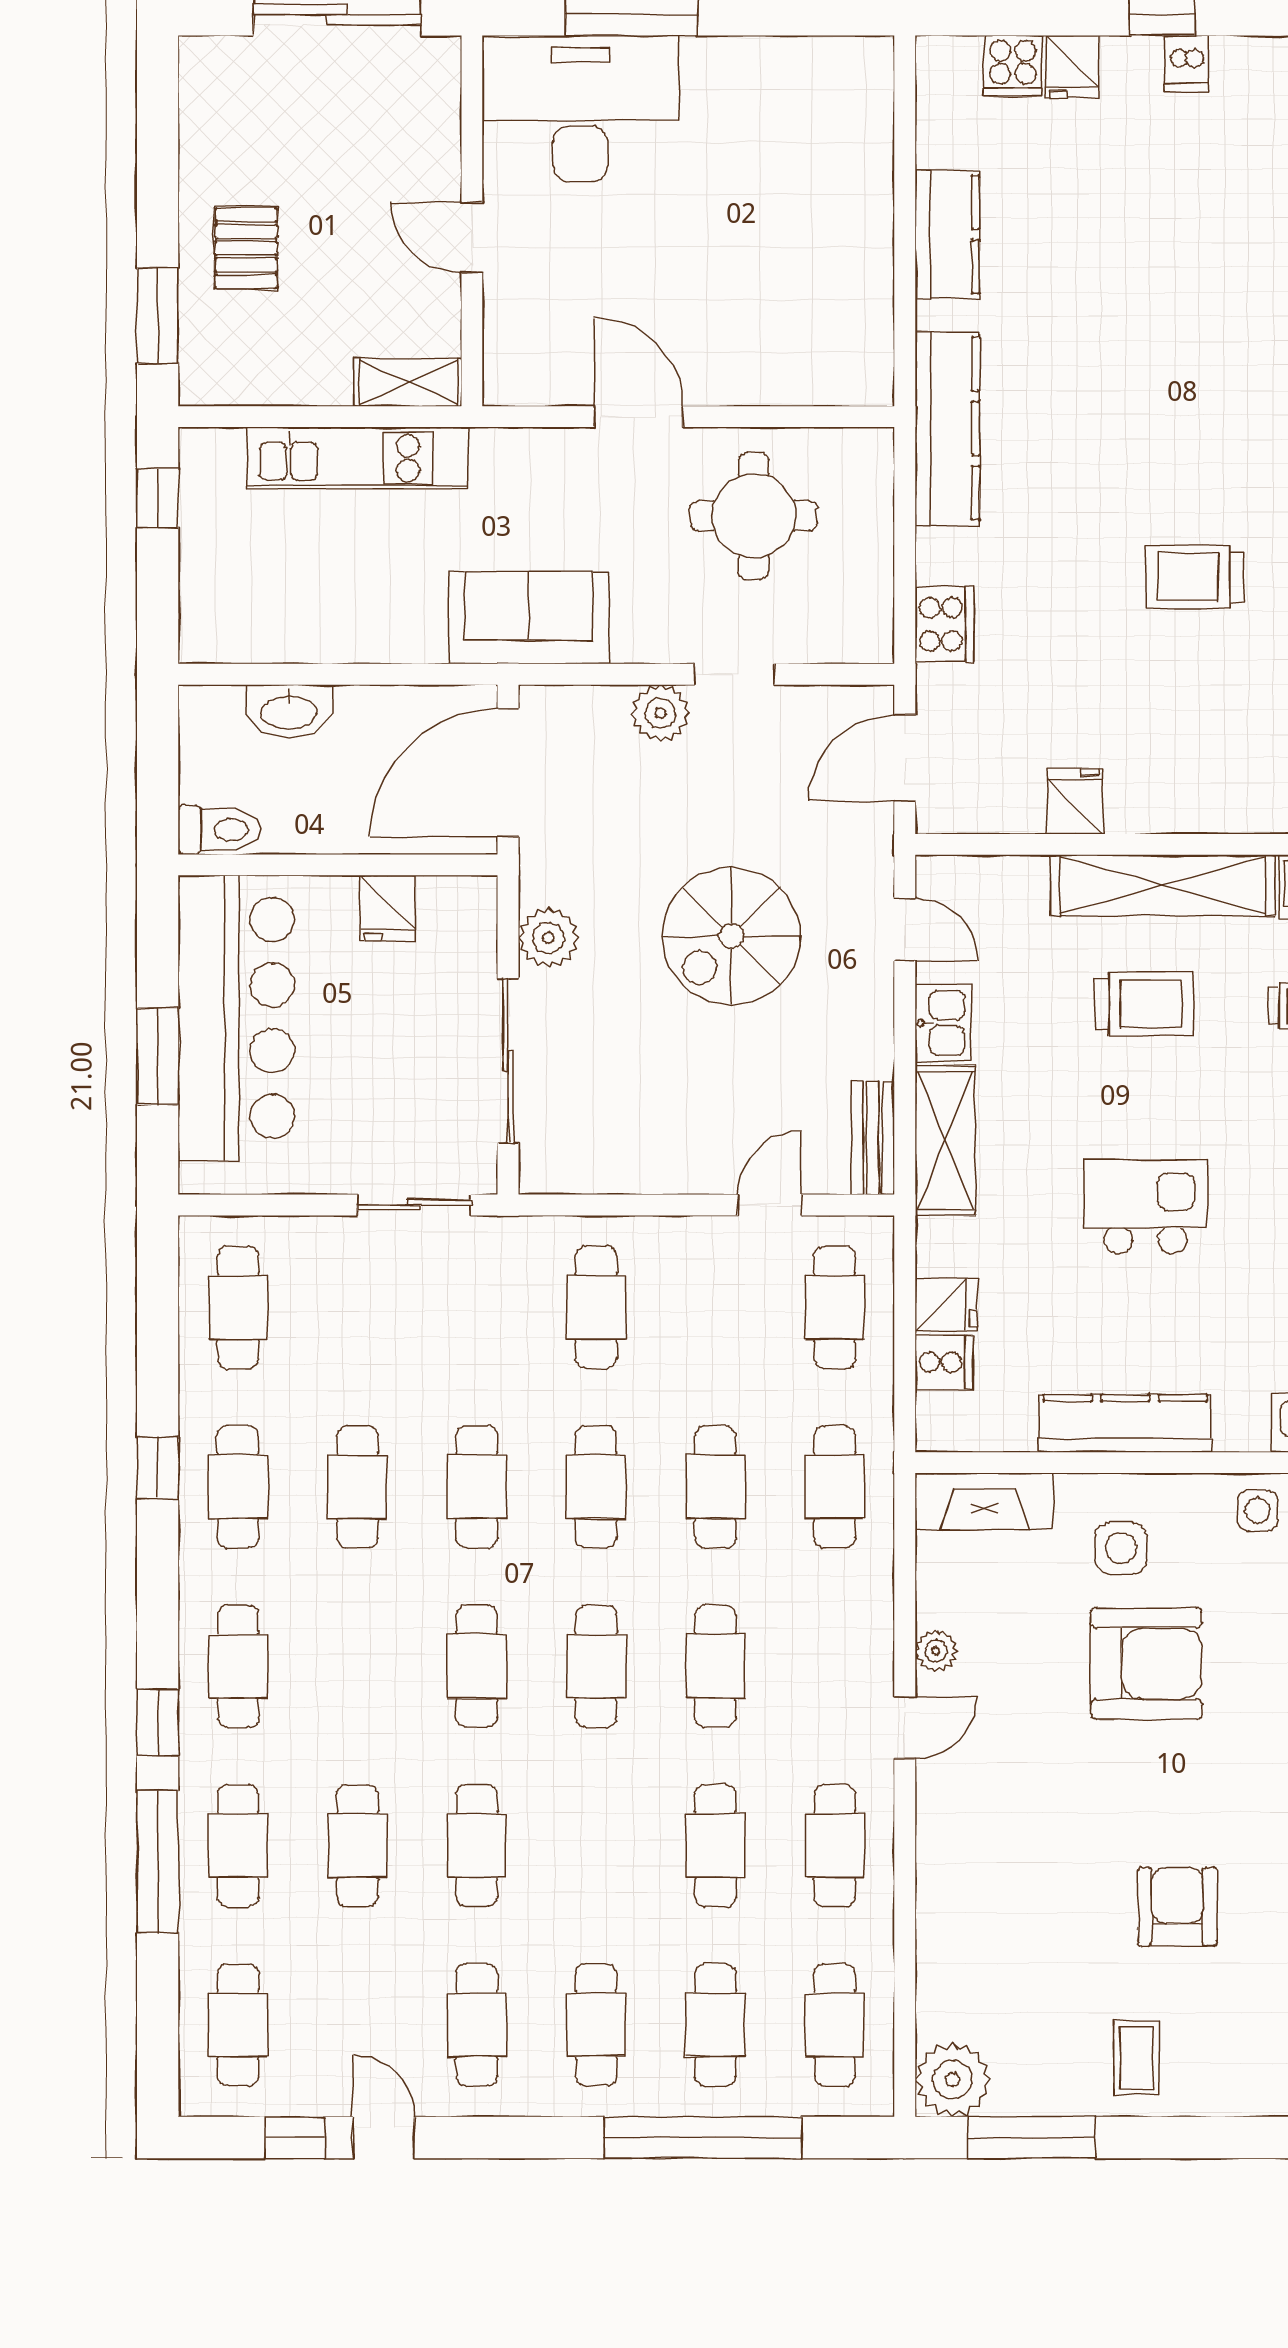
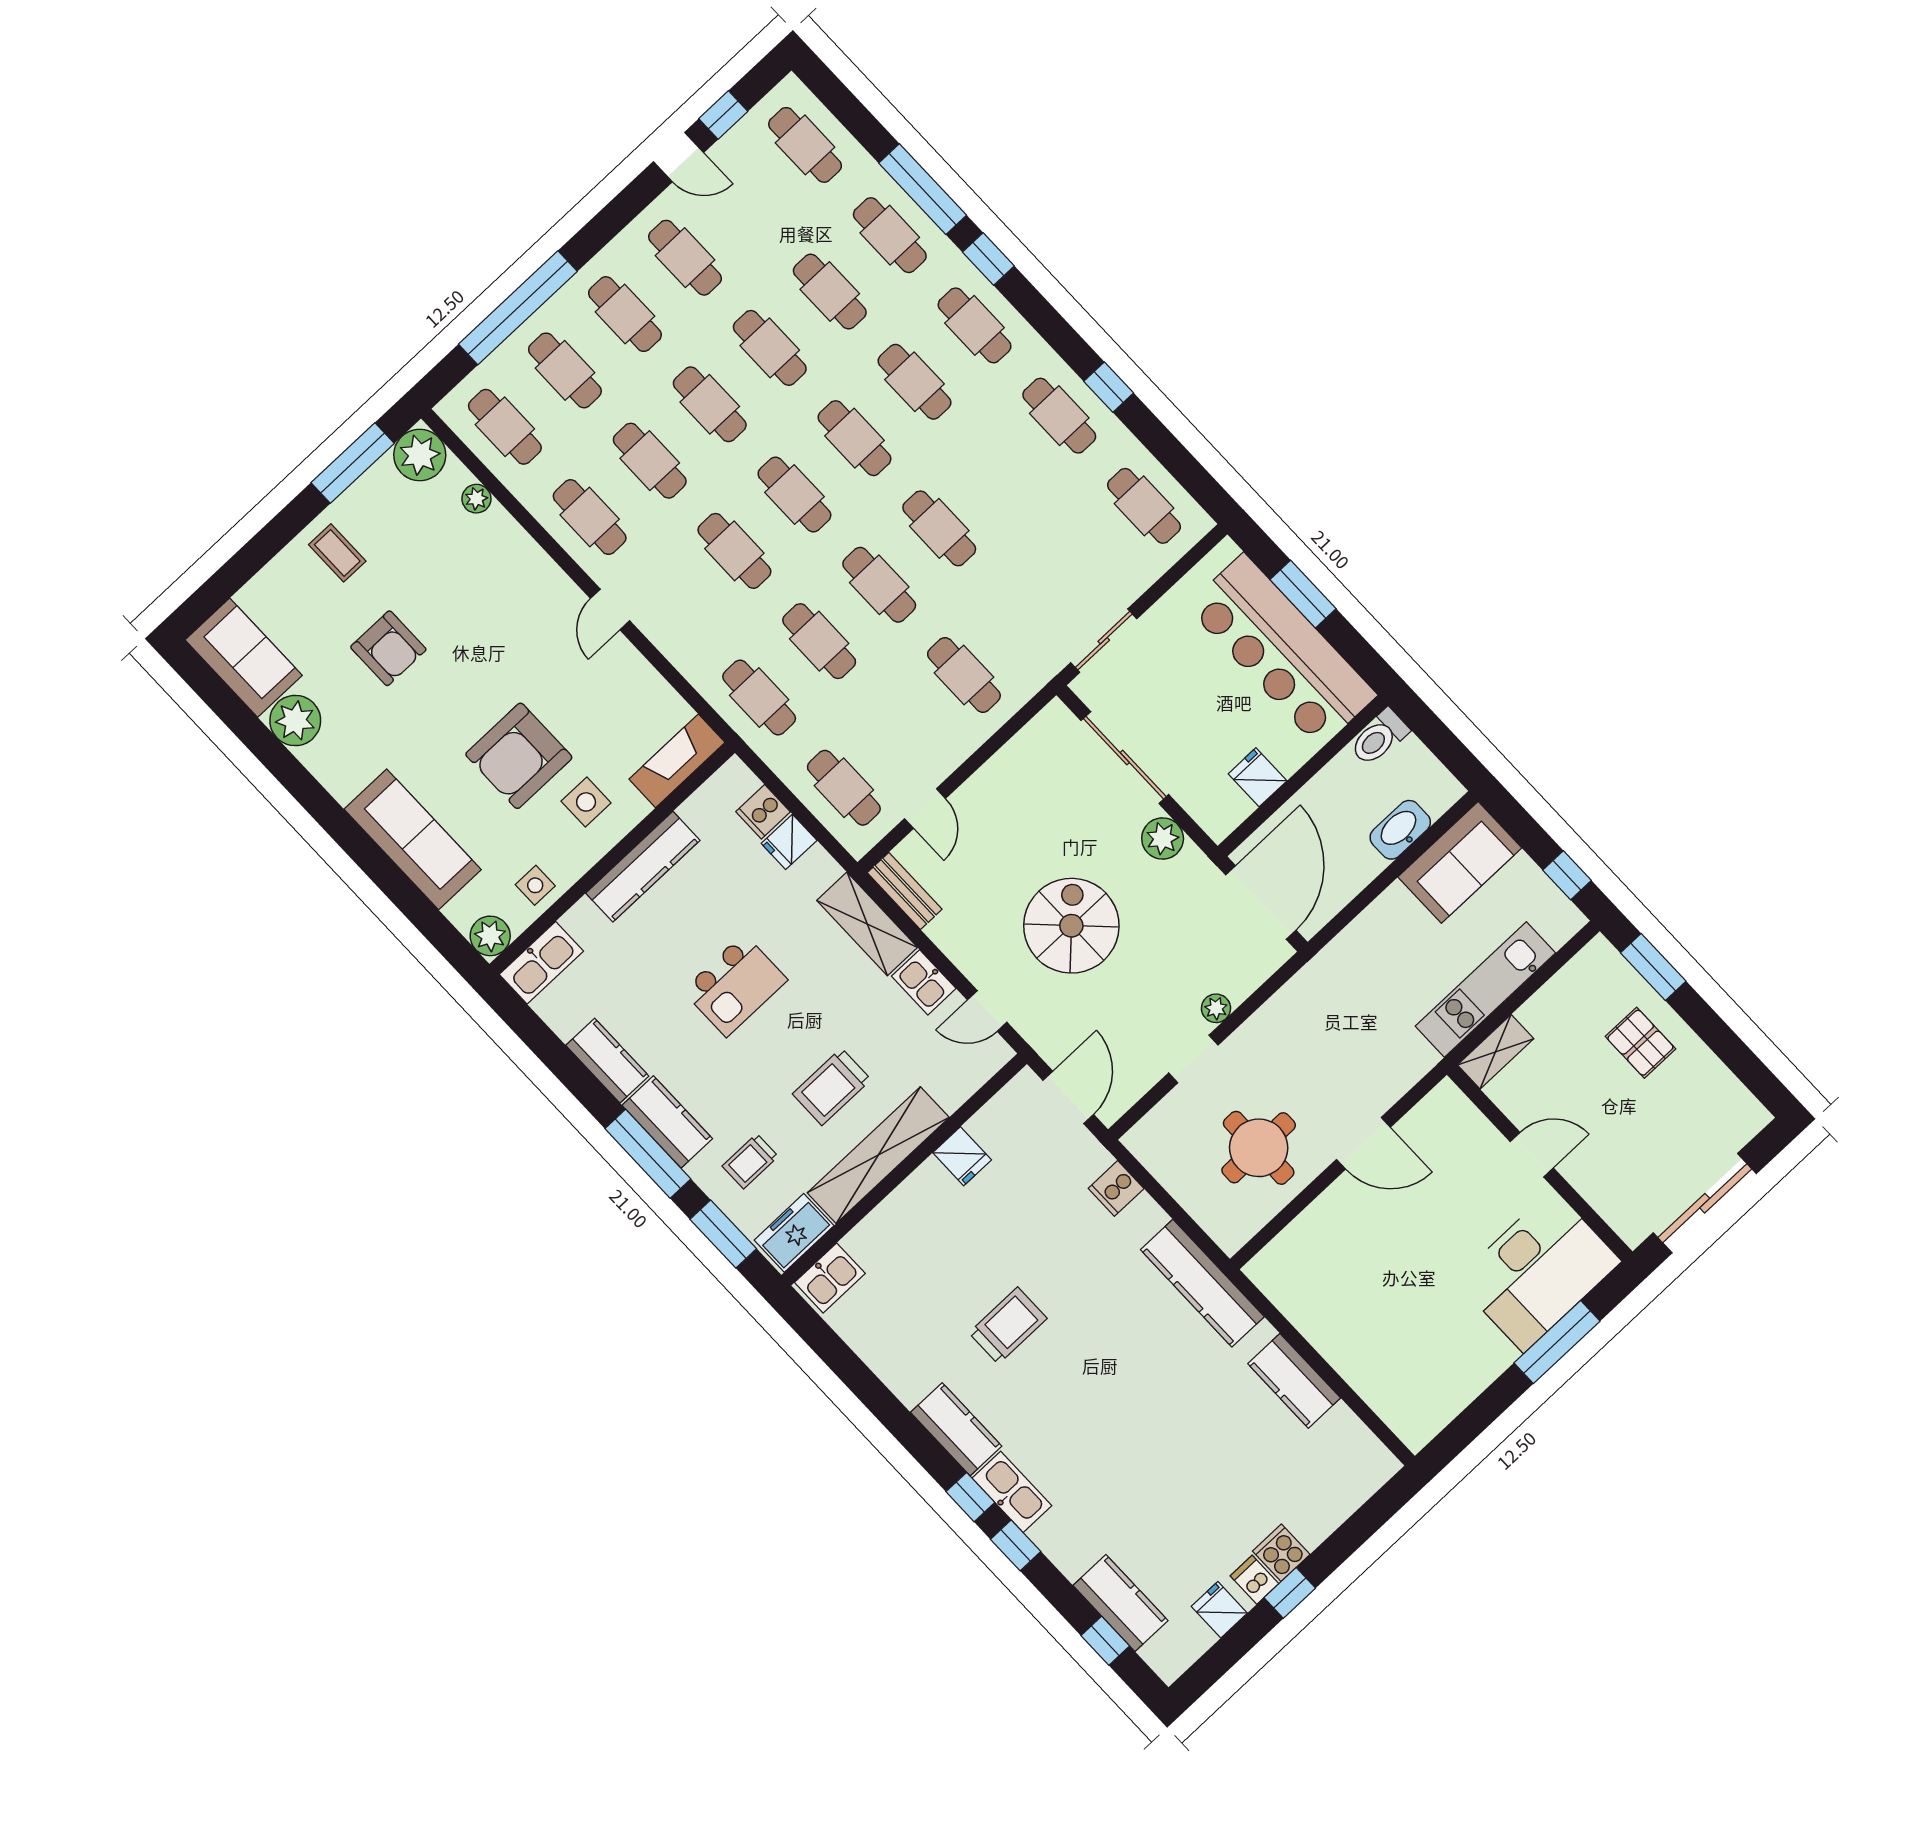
cooker: (1013, 66) -> (1281, 1553), moved
fridge: (1072, 67) -> (1219, 1610), moved
sofa: (529, 618) -> (1460, 862), moved
cooker: (944, 624) -> (1116, 1188), width x0.73
plant: (660, 713) -> (1216, 1008), width x0.73, depth x0.73
cafe table: (357, 1487) -> (915, 382), moved
plant: (936, 1651) -> (476, 499), moved
cafe table: (596, 1846) -> (710, 404), added

